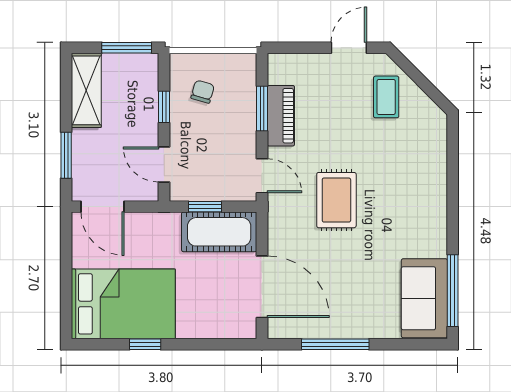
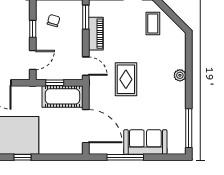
window: (262, 109) -> (86, 17), moved
door: (164, 164) -> (33, 60), swing flipped
plant: (436, 193) -> (180, 75), added
sofa: (424, 298) -> (145, 142), moved, turned 90

